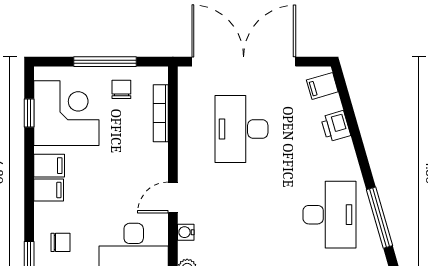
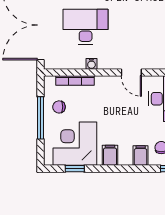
desk: (241, 129) -> (86, 27), turned 180
filing cabinet: (49, 190) -> (141, 156), moved
water cooler: (186, 232) -> (91, 64), moved

